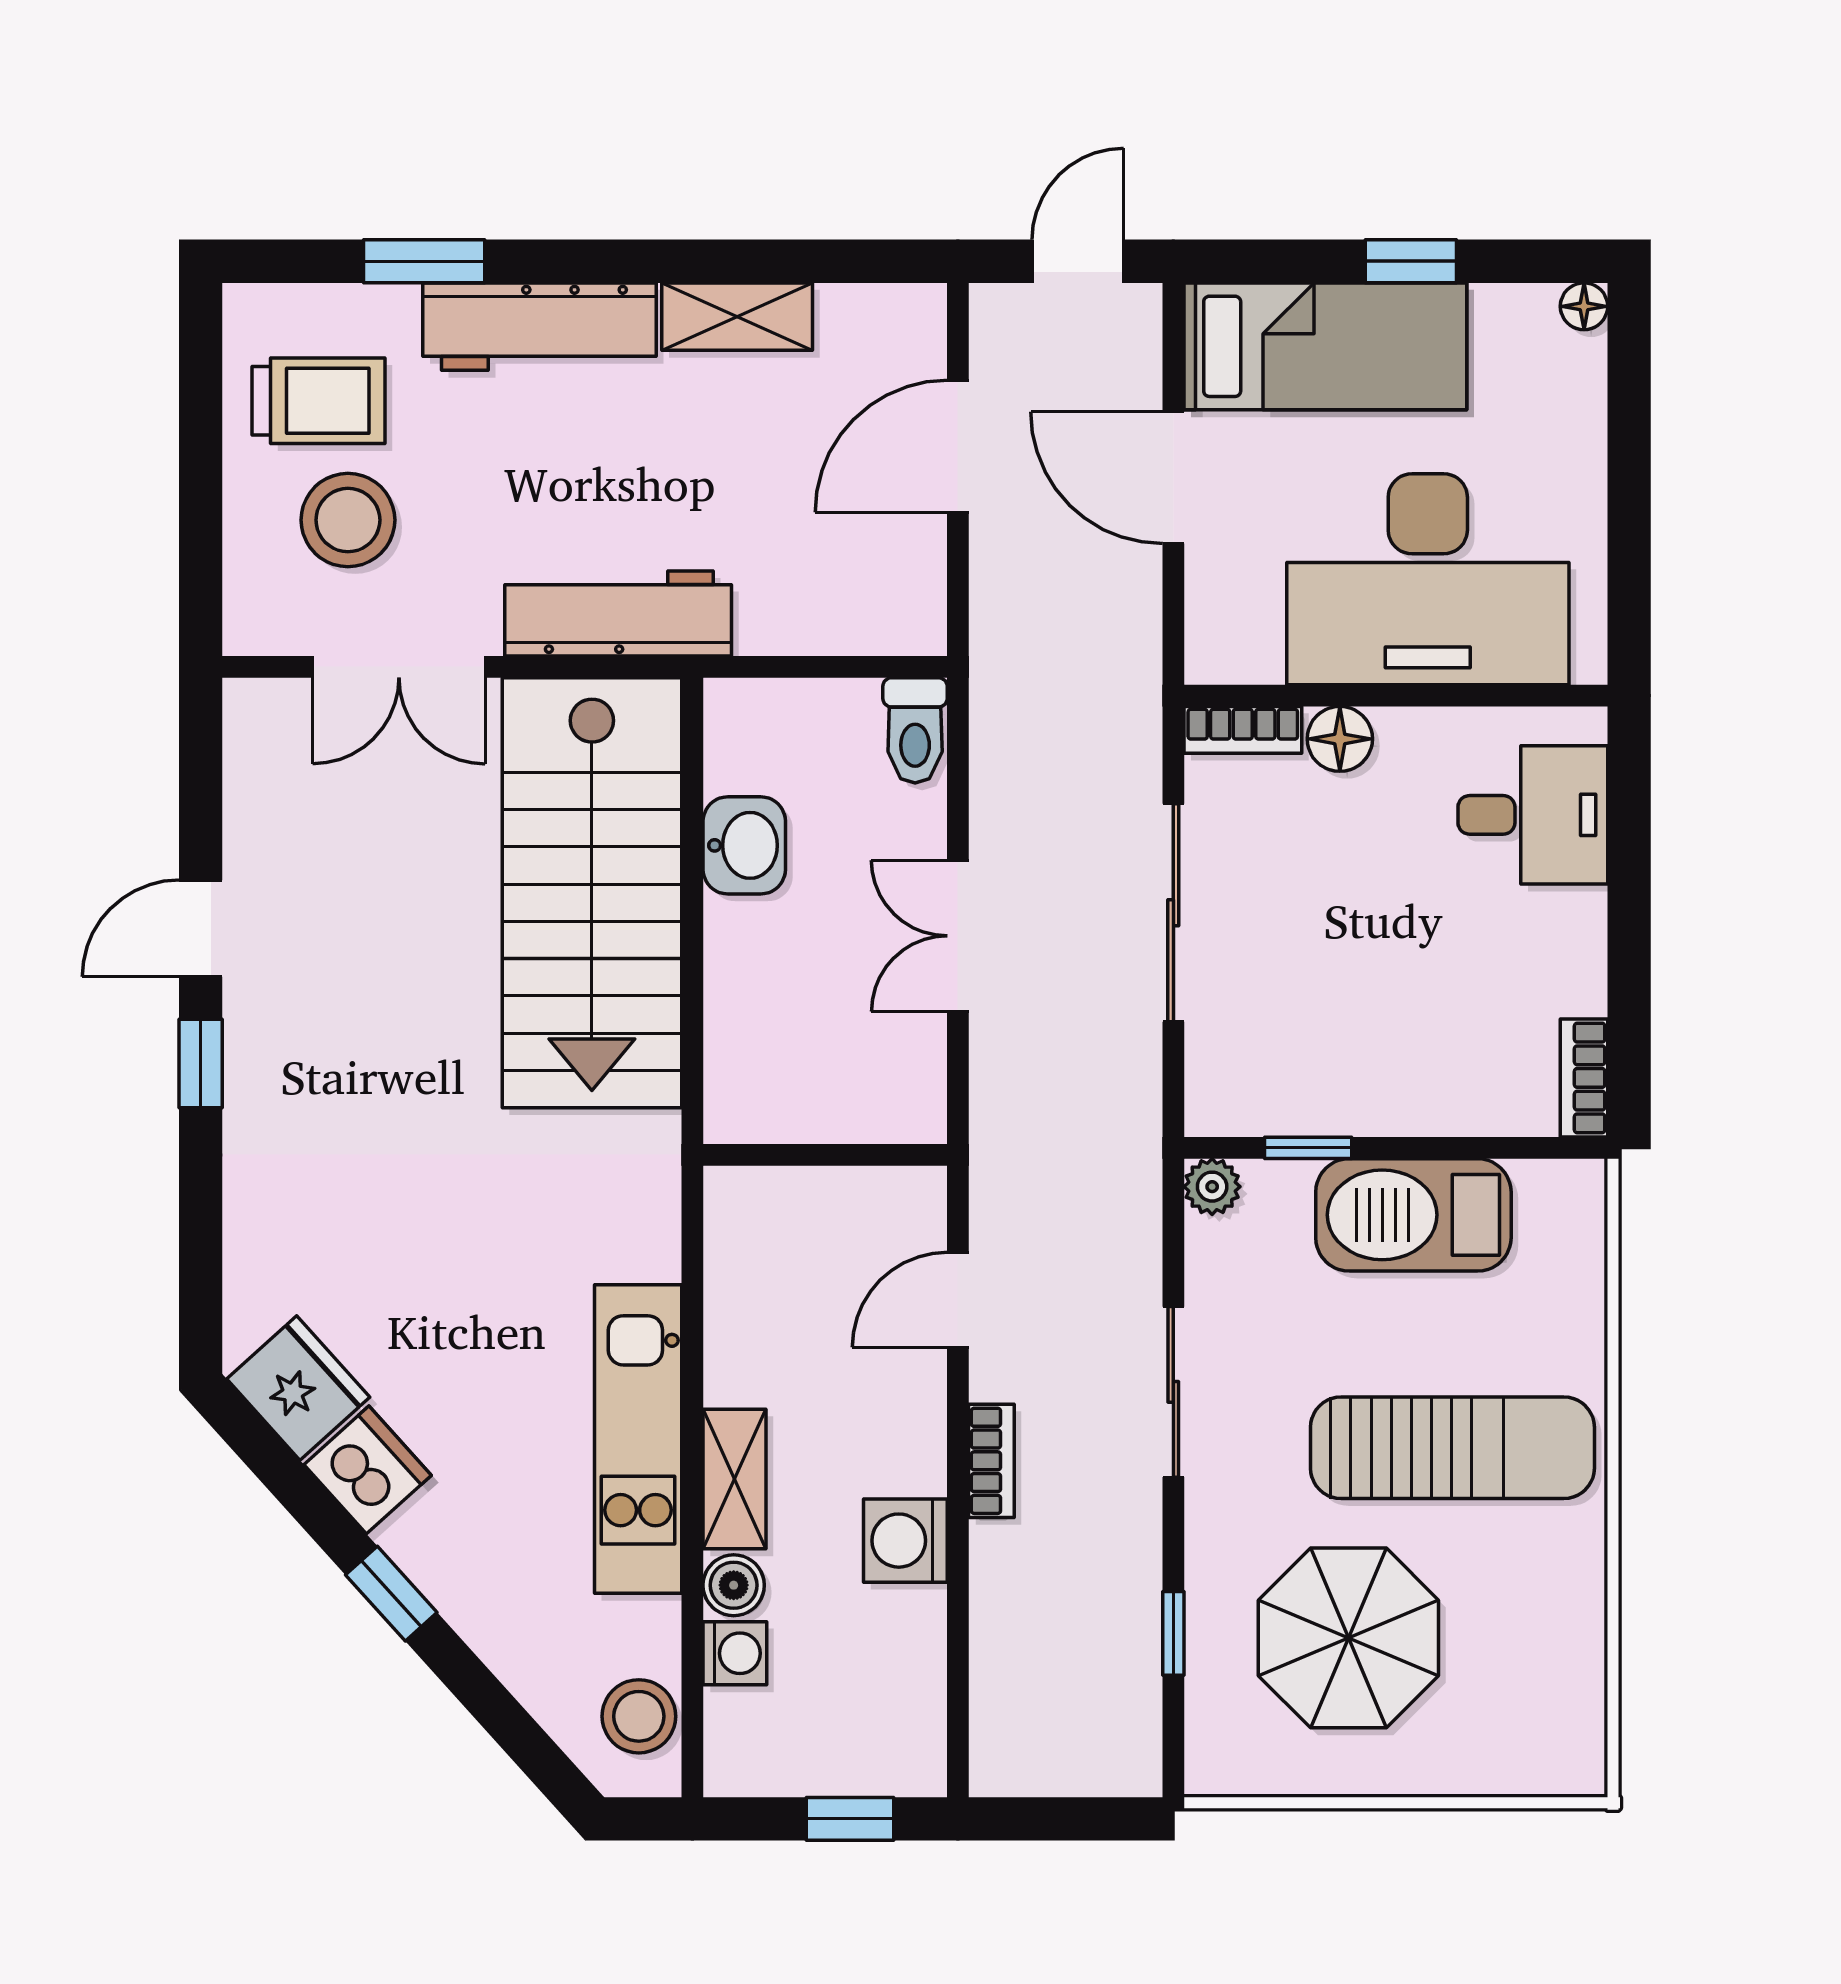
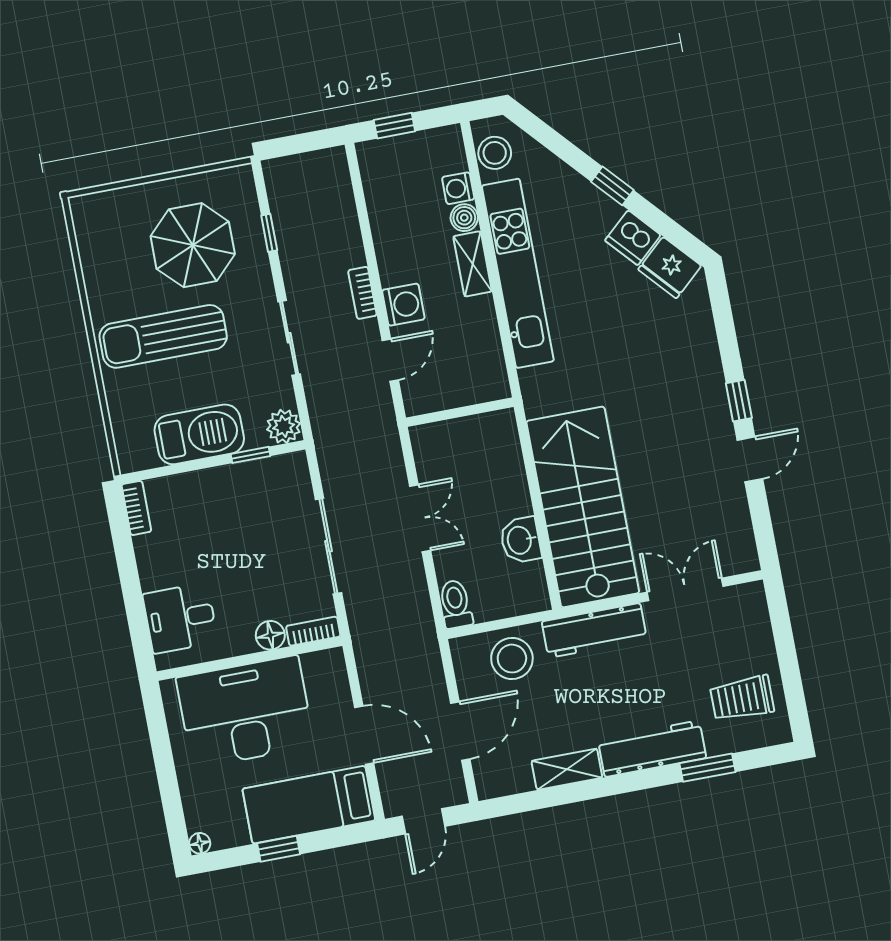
stool: (348, 520) -> (512, 659), moved
plant: (1212, 1187) -> (284, 426), width x1.38, depth x1.38
kitchen unit: (638, 1439) -> (518, 273), width x1.36
washing machine: (905, 1541) -> (403, 305), moved

